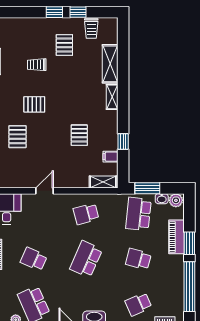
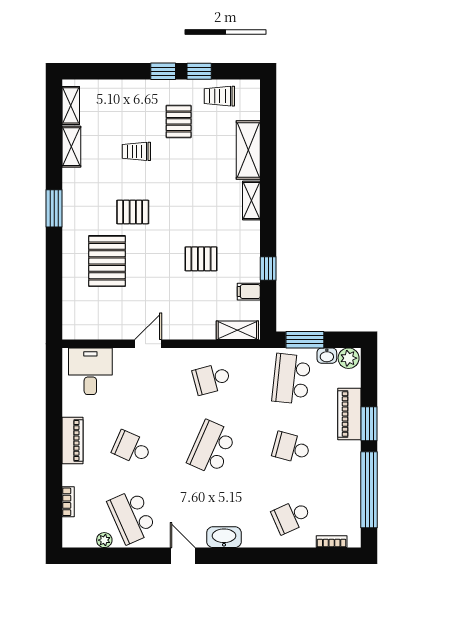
trolley: (91, 28) -> (219, 96), turned 90
pallet: (79, 135) -> (201, 259), turned 90
pallet: (18, 137) -> (107, 261), width x1.50, depth x1.42

